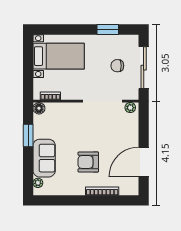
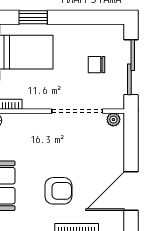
window: (108, 30) -> (33, 17), moved
armchair: (88, 162) -> (58, 191), turned 180

